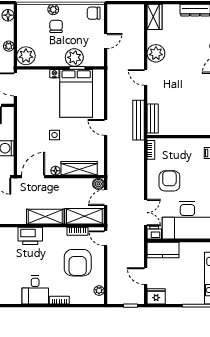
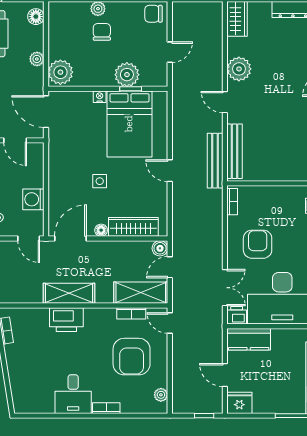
bench: (153, 119) -> (235, 151), width x1.36
shelving: (45, 217) -> (69, 293), moved

